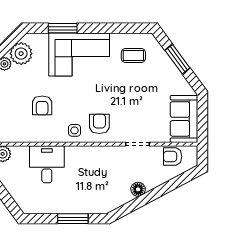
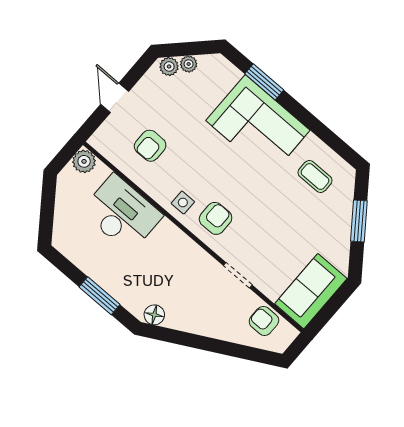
plant: (21, 54) -> (189, 64), width x0.53, depth x0.53
armchair: (42, 105) -> (150, 146), moved
desk: (47, 164) -> (122, 213), width x1.37
floor lamp: (138, 189) -> (154, 315), moved

